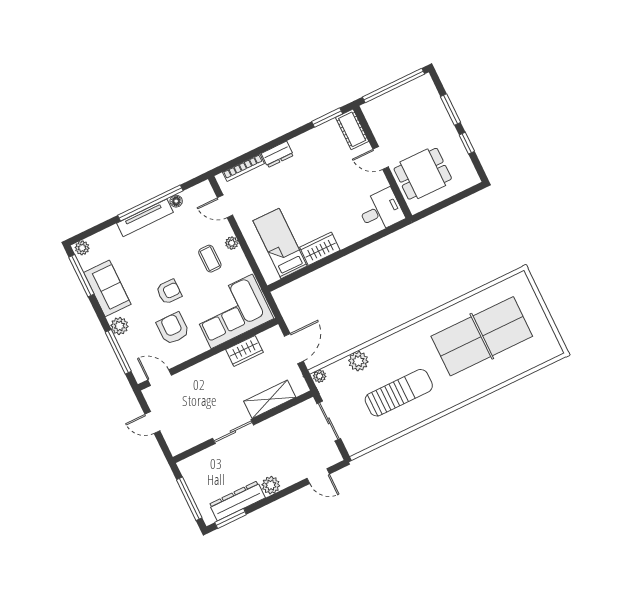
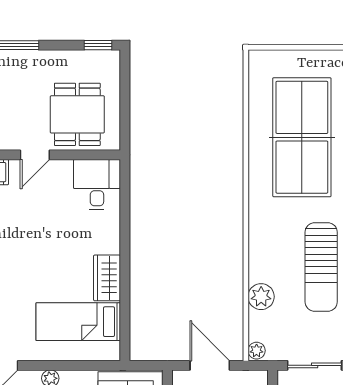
window: (467, 143) -> (98, 45), moved
sun lounger: (399, 393) -> (321, 267), turned 180

